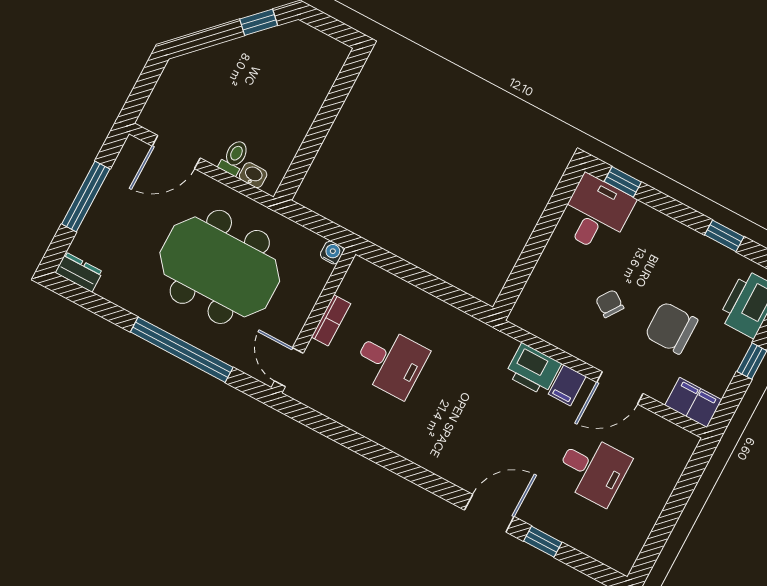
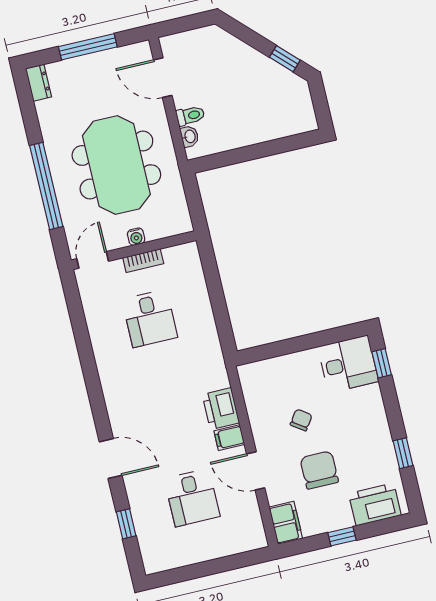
water cooler: (332, 253) -> (136, 237), moved, turned 90
window: (543, 542) -> (126, 524), moved

